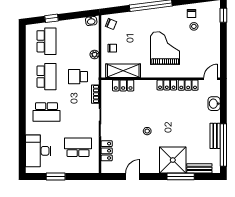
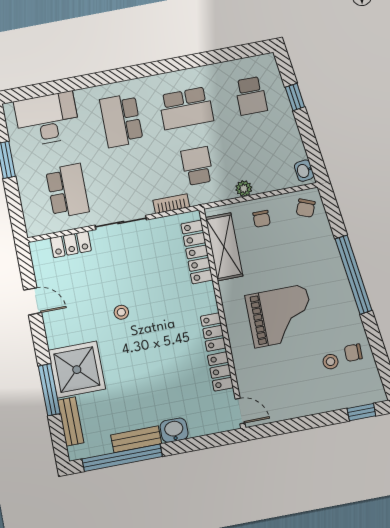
school desk: (46, 41) -> (251, 96), width x0.54
locker: (123, 85) -> (197, 252), width x1.53
washbasin: (214, 104) -> (174, 430), moved

